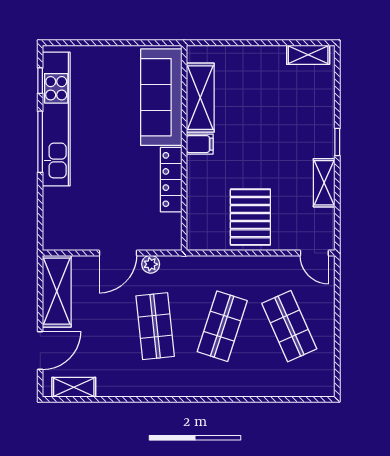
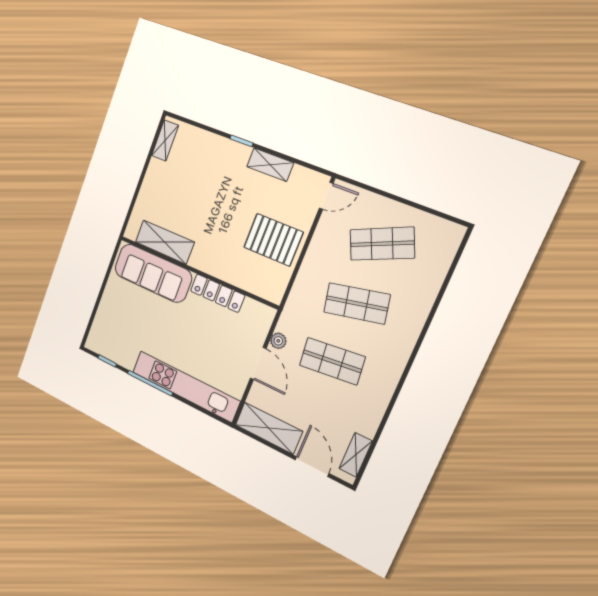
kitchen unit: (56, 119) -> (185, 386), moved
filing cabinet: (200, 144) -> (199, 258), removed
shop shelf: (222, 326) -> (357, 303), turned -30

